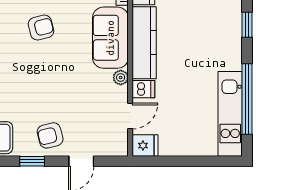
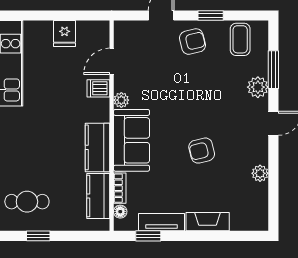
kitchen counter: (144, 43) -> (97, 147), width x0.67
fridge: (145, 146) -> (65, 34), moved, turned -90

